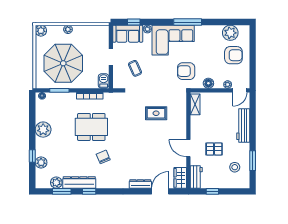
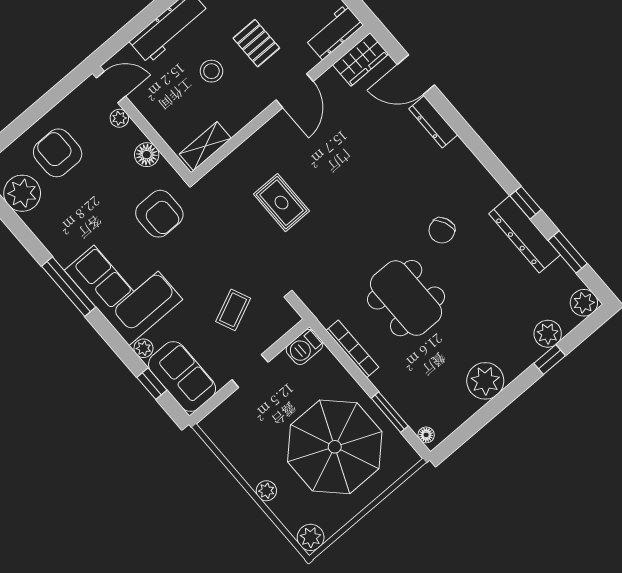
stool: (217, 127) -> (211, 71), added
plant: (56, 183) -> (584, 303), moved

